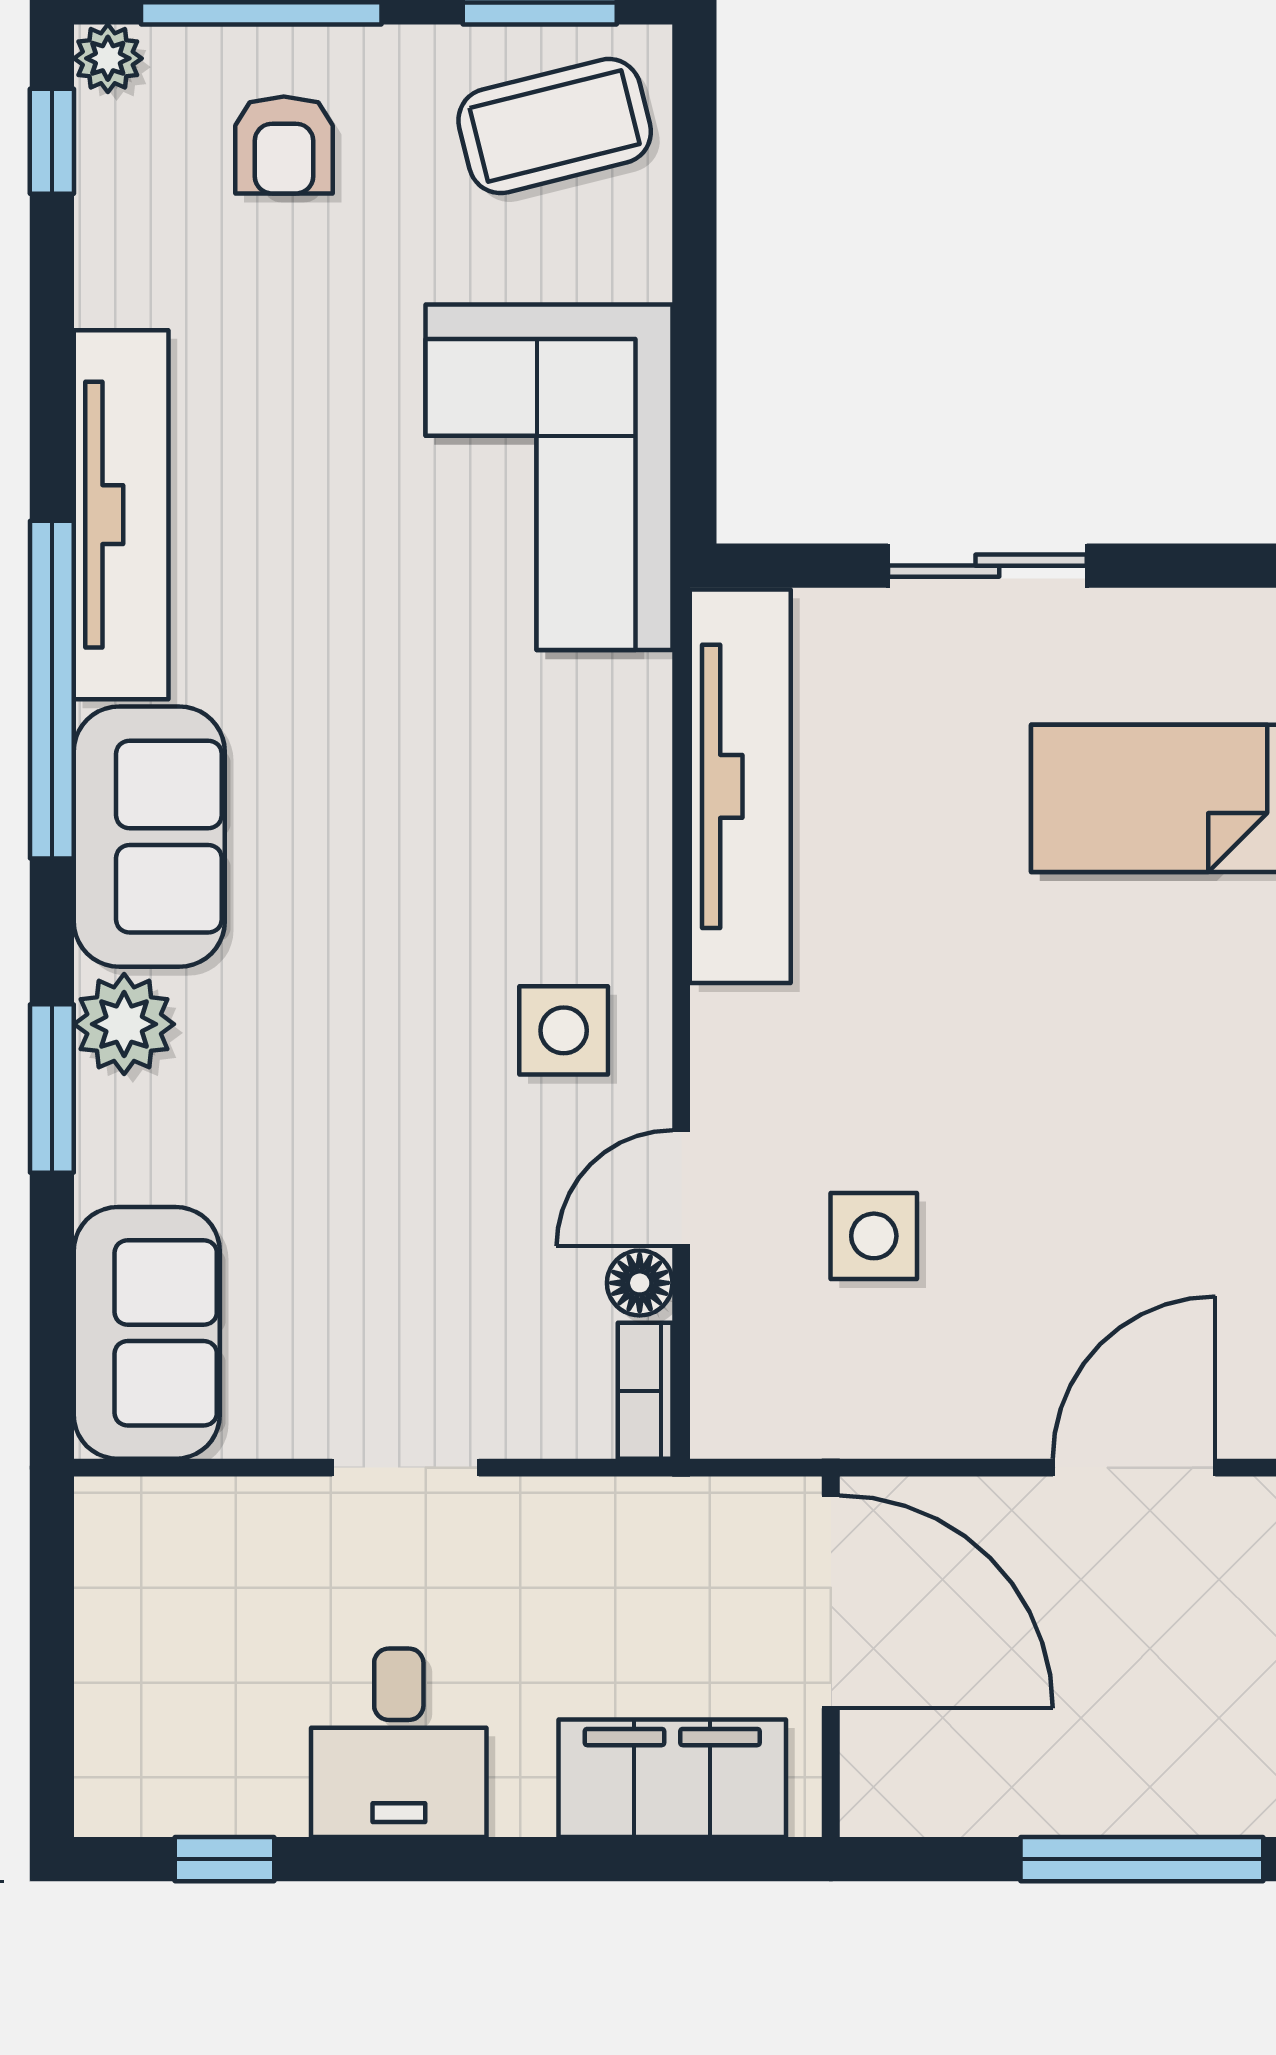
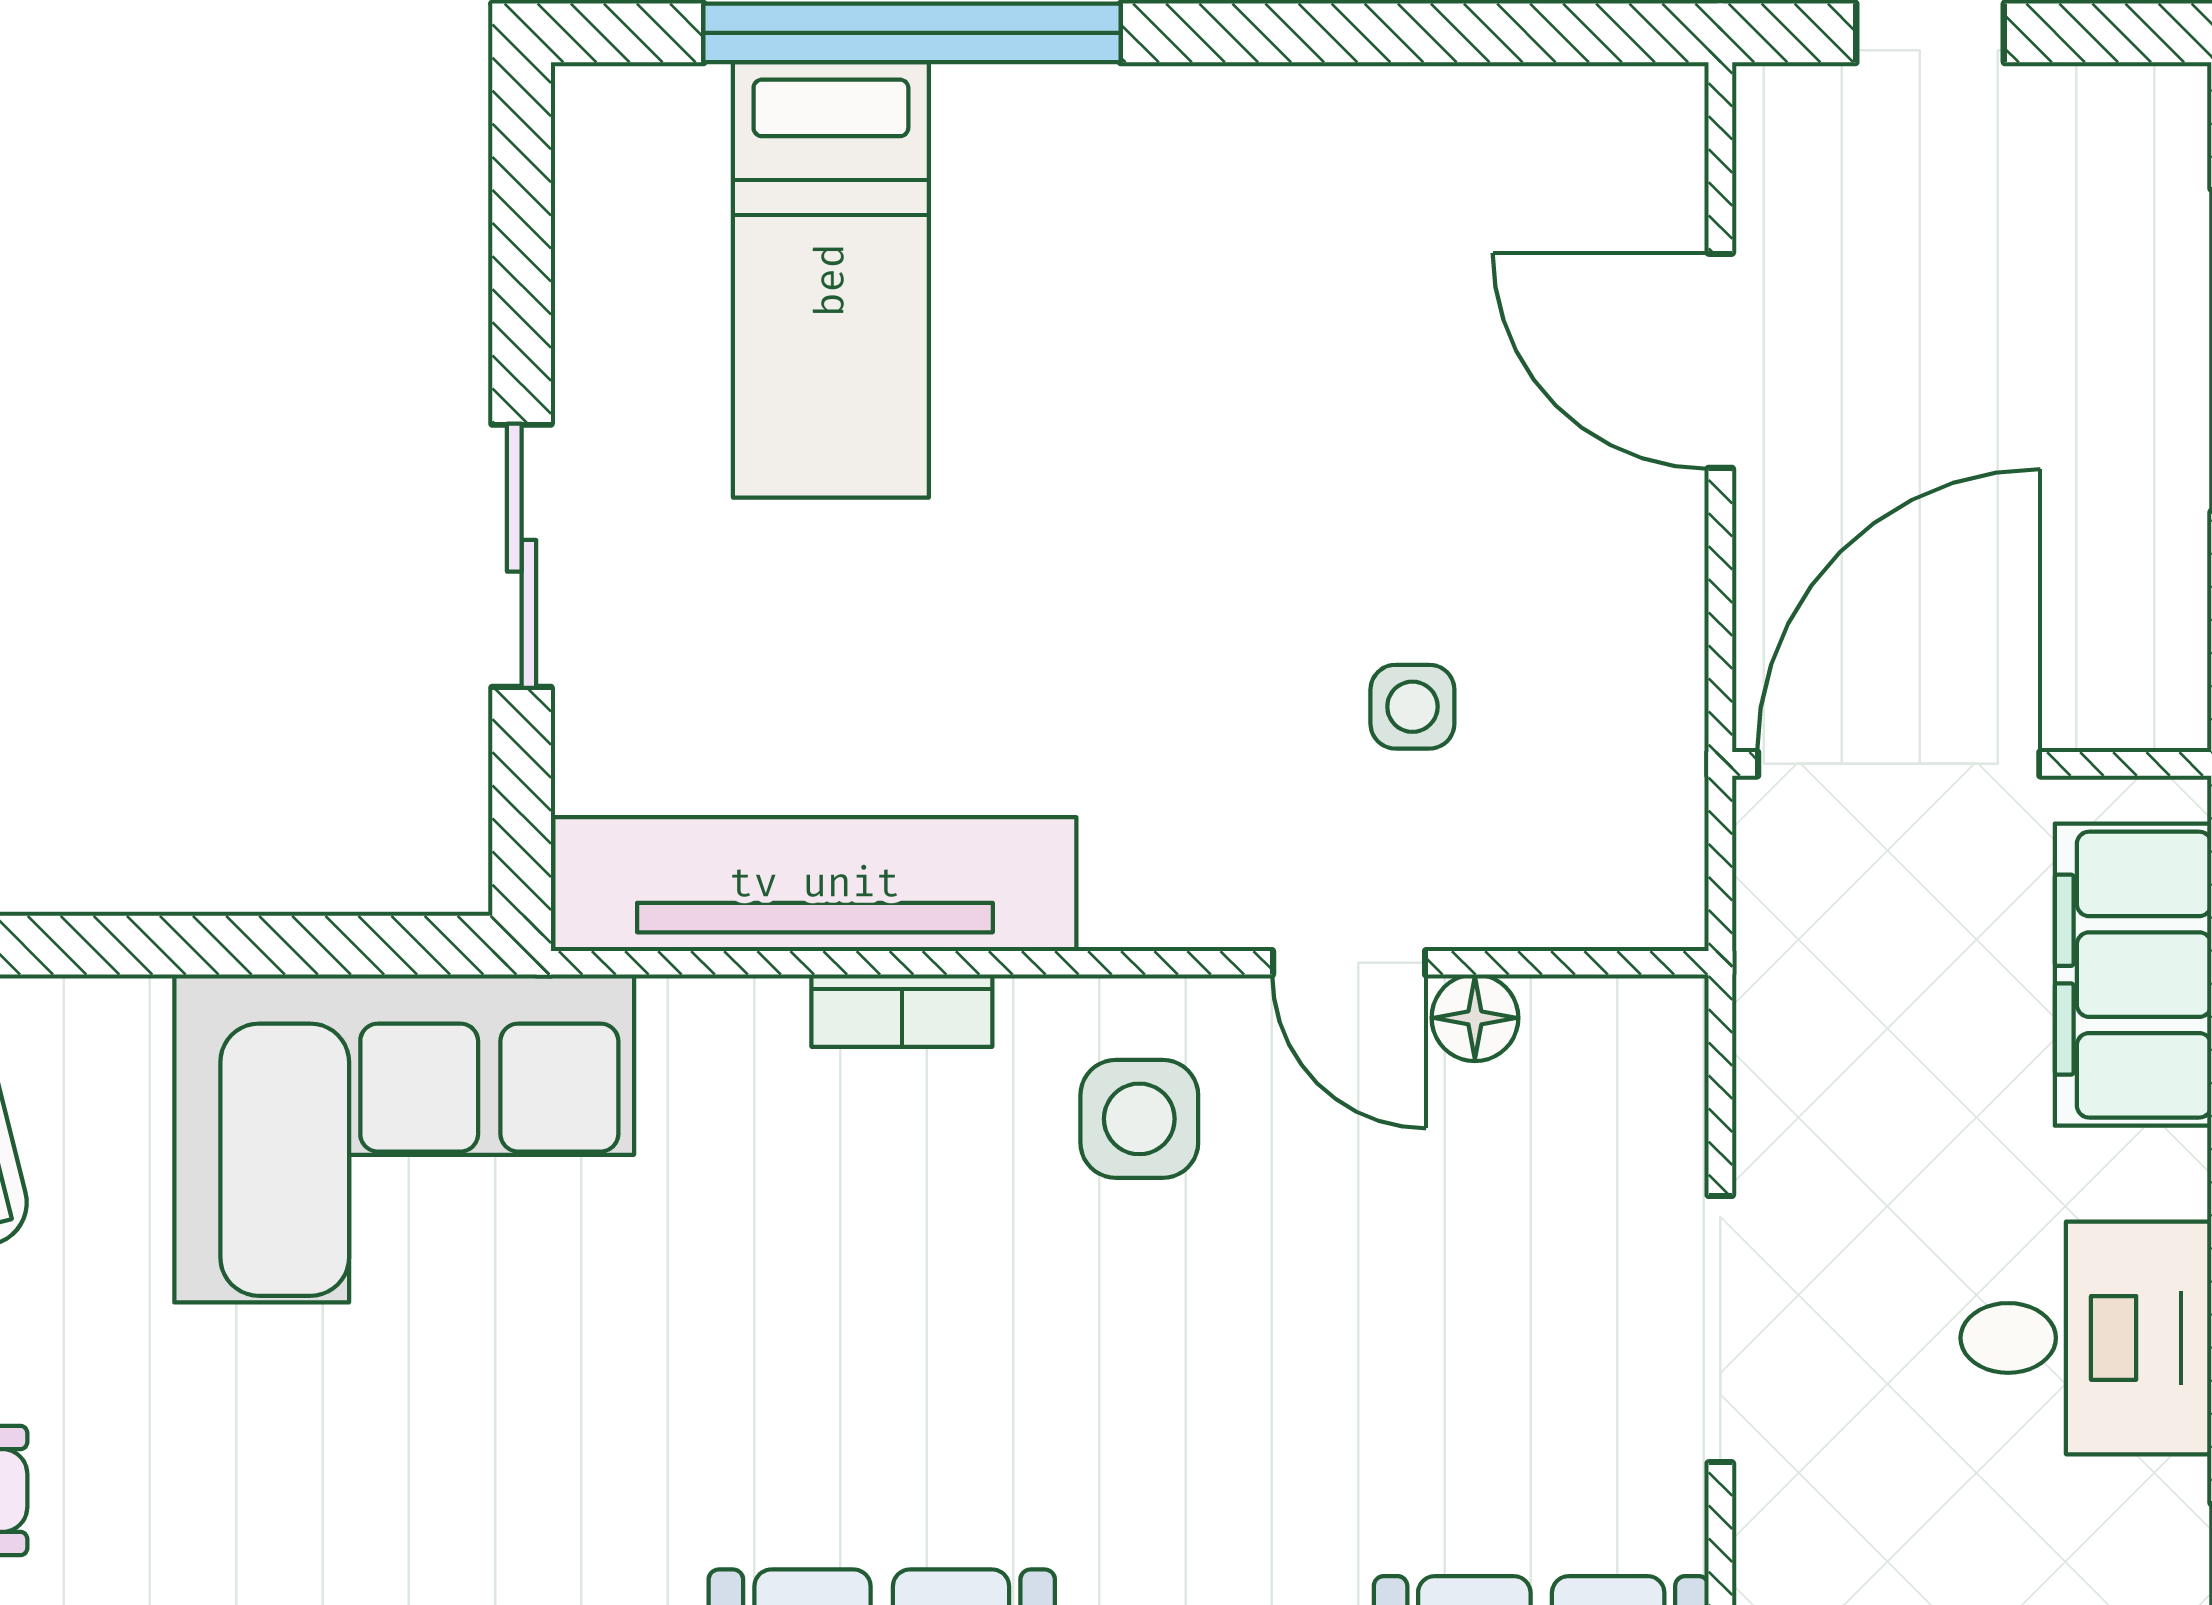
side table: (874, 1236) -> (1412, 707), width x0.73, depth x0.73
bookcase: (645, 1391) -> (902, 1011), moved
doorway: (405, 1468) -> (1720, 1329), width x1.38

